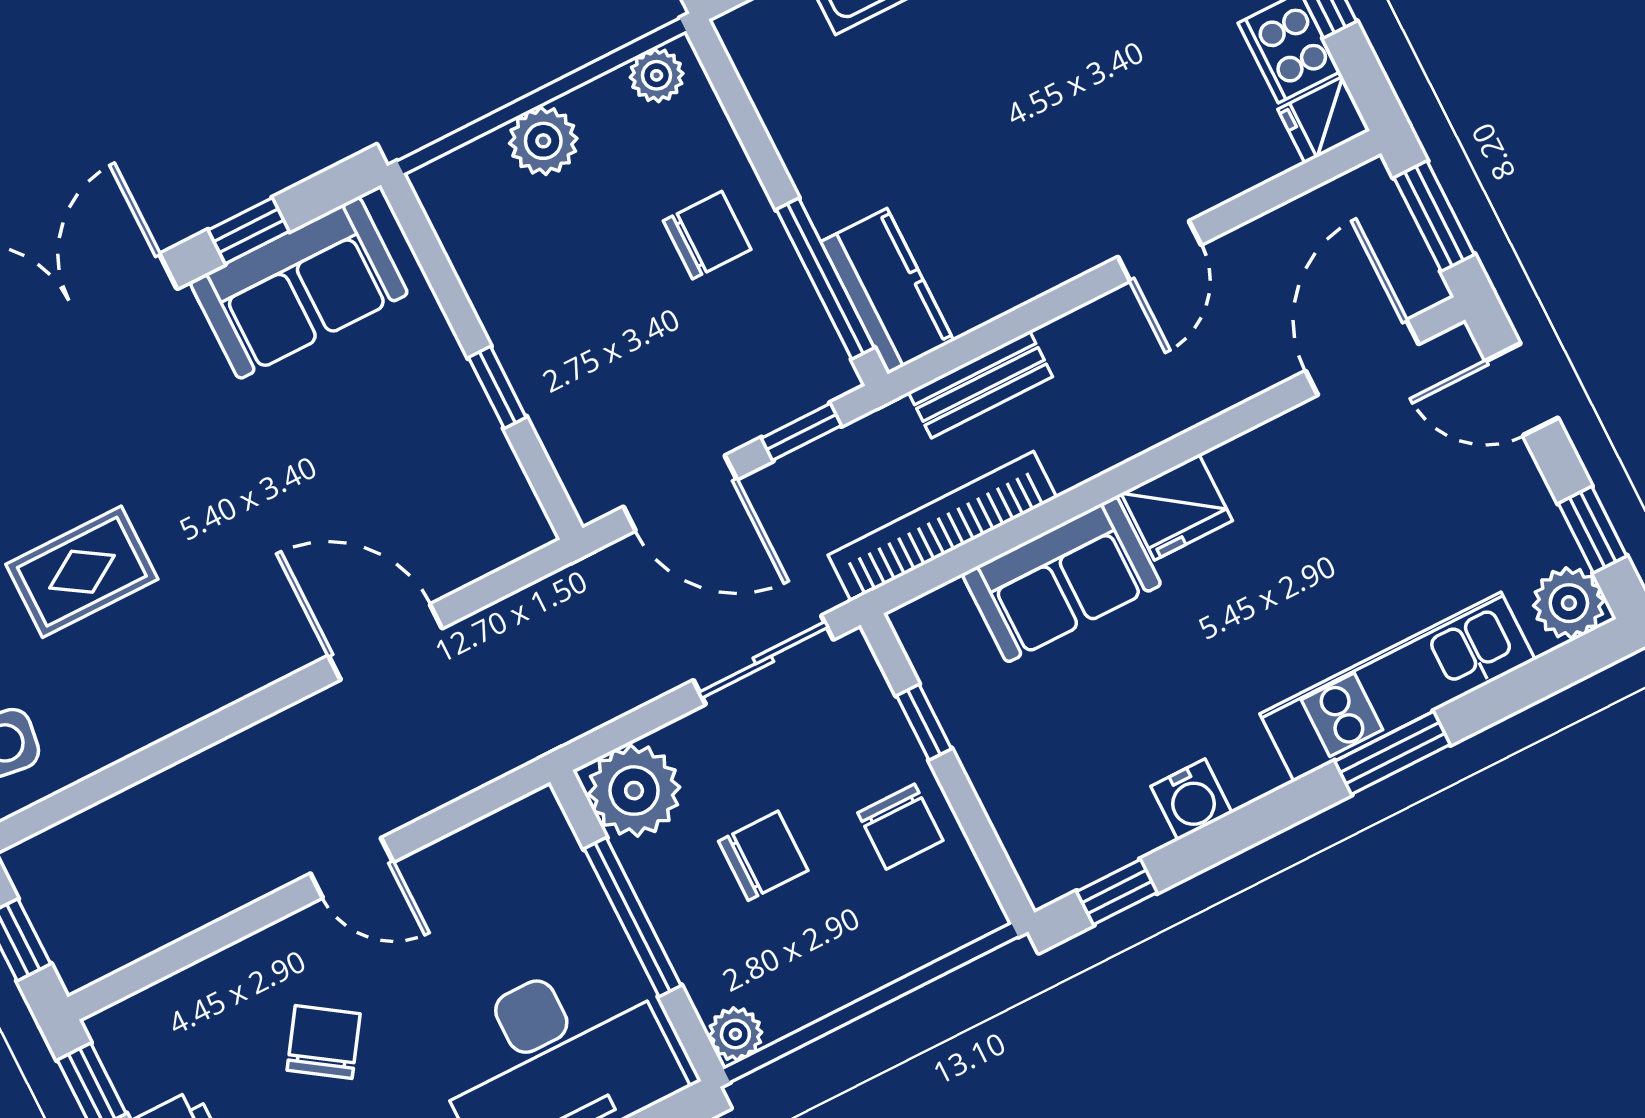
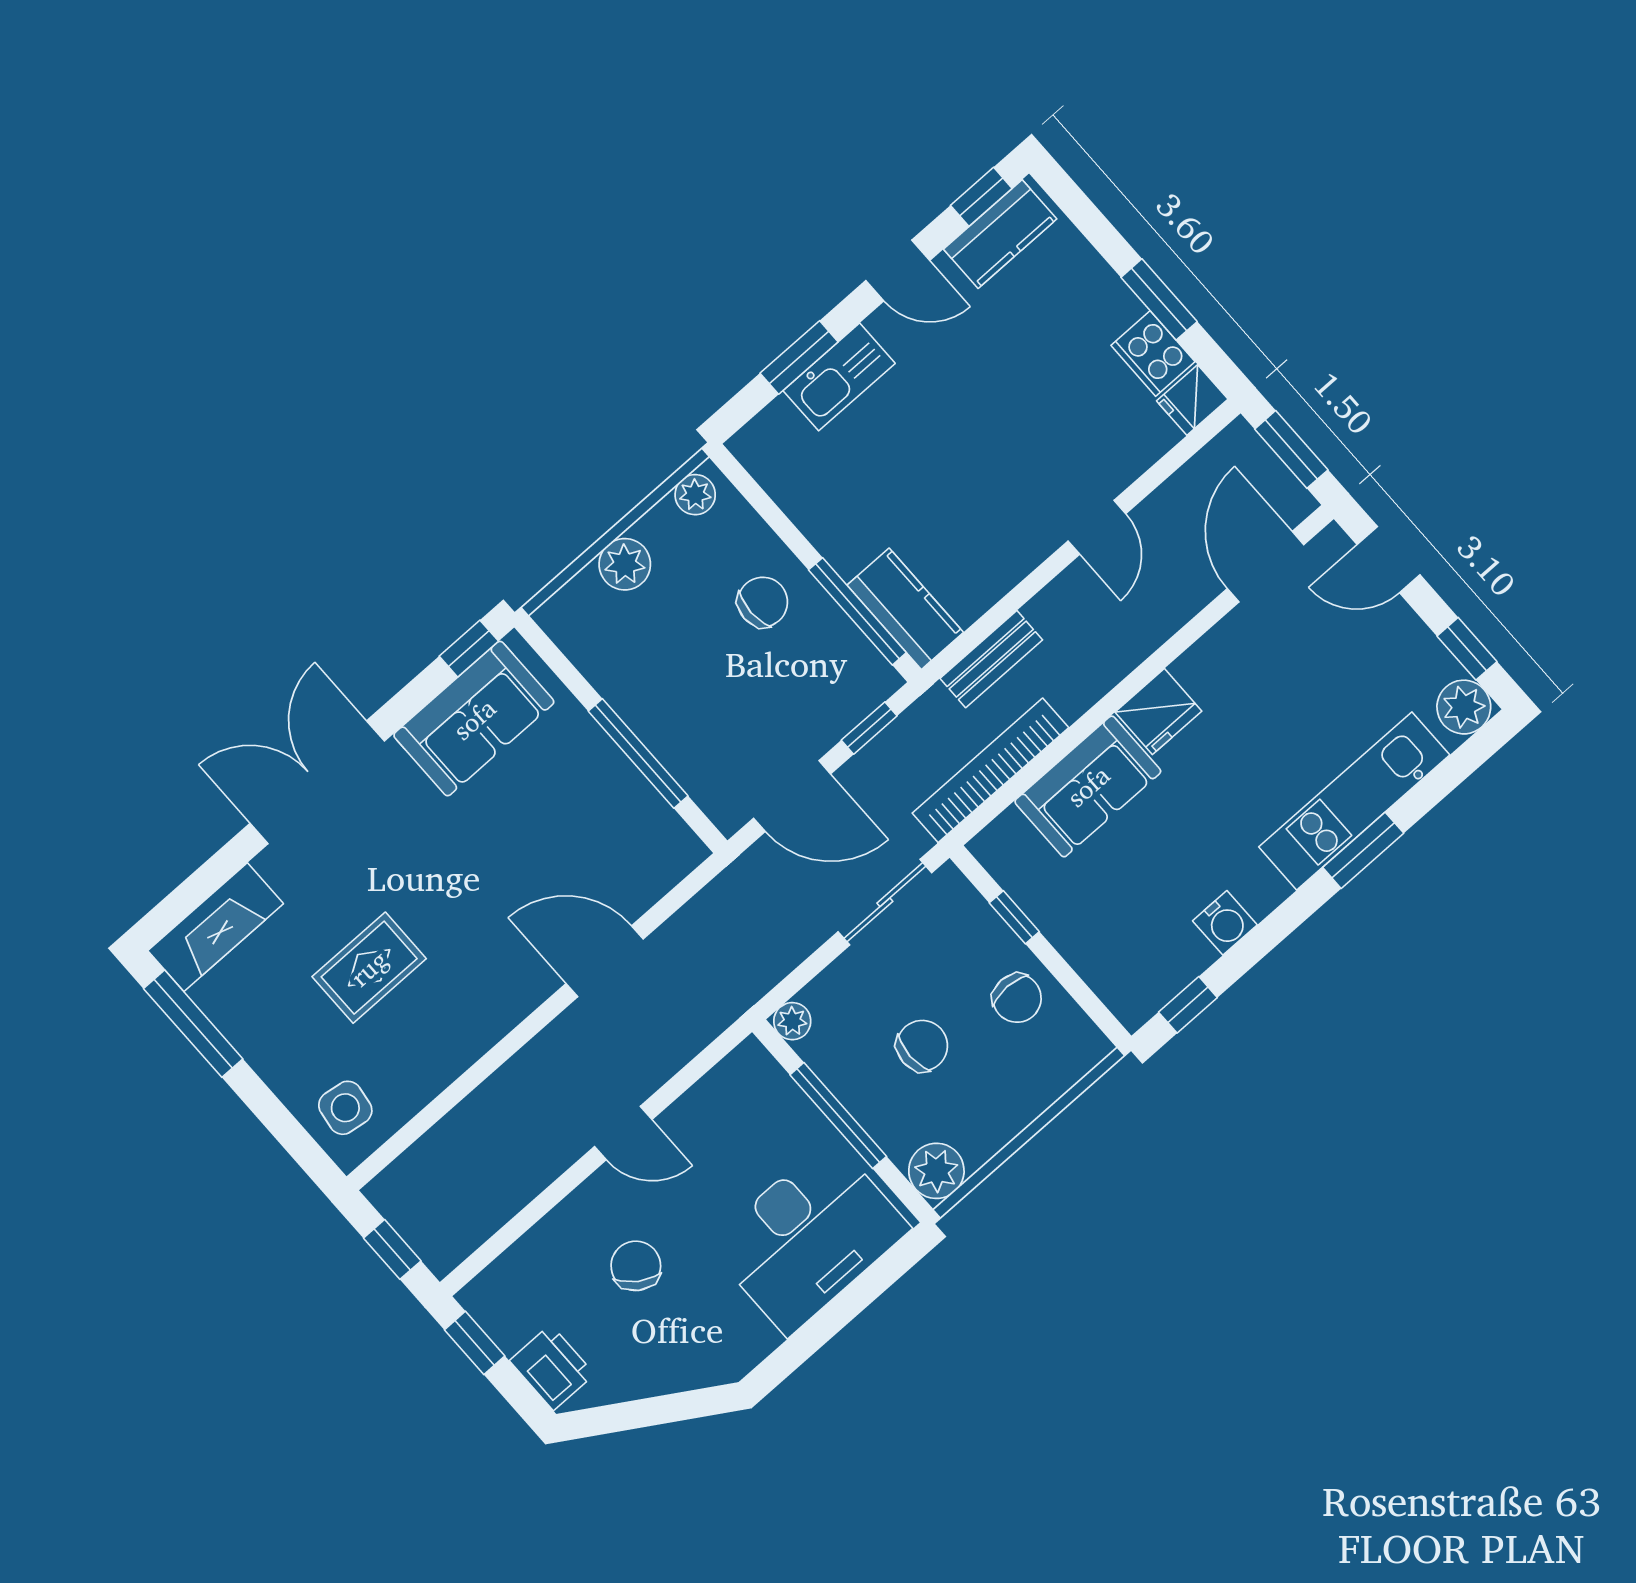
window: (249, 231) -> (469, 649), moved
window: (497, 387) -> (638, 753), width x2.17
plant: (634, 791) -> (792, 1021), width x0.53, depth x0.53
plant: (735, 1034) -> (936, 1171), width x1.38, depth x1.38

